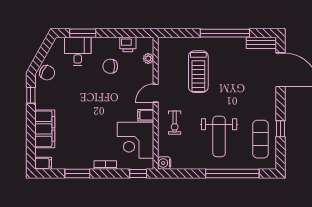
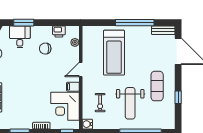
treadmill: (198, 72) -> (114, 53), width x1.37, depth x1.38
exercise bike: (175, 123) -> (100, 103), moved
exercise mat: (261, 139) -> (157, 86), moved

